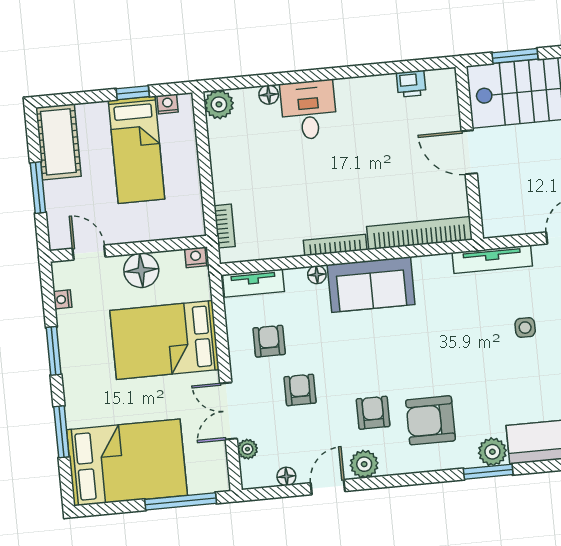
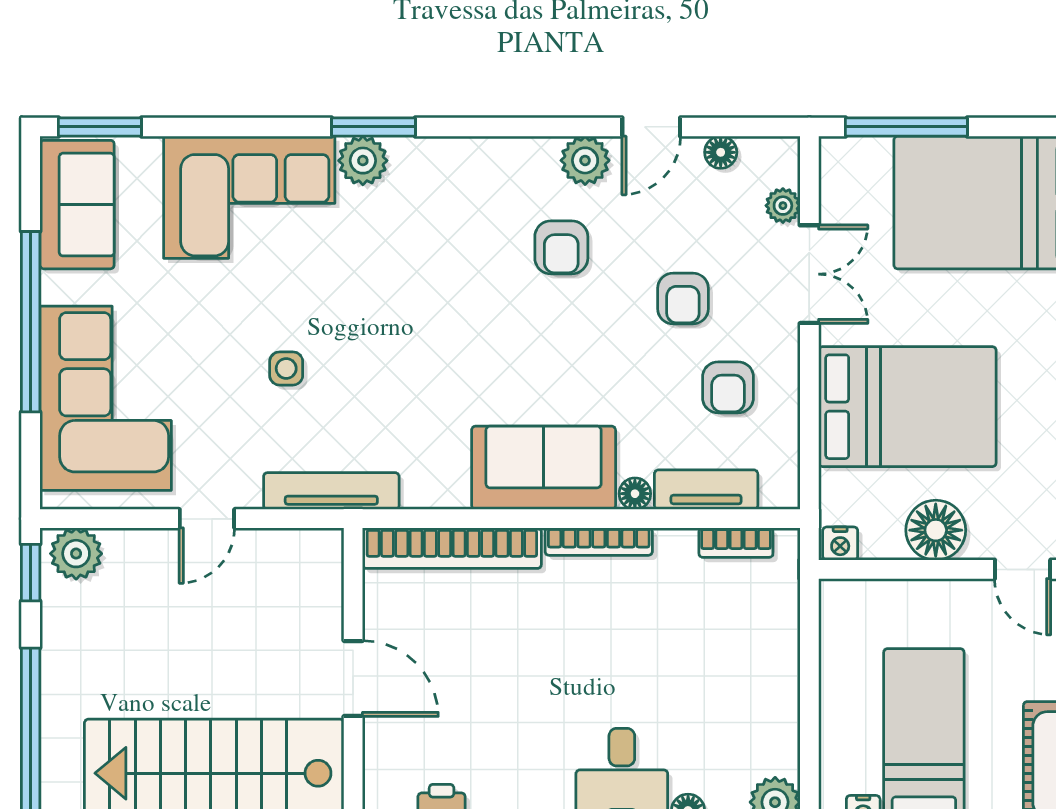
bookcase: (225, 226) -> (736, 543), moved, turned -90
tv unit: (253, 283) -> (706, 490), moved
armchair: (431, 420) -> (464, 225), removed

